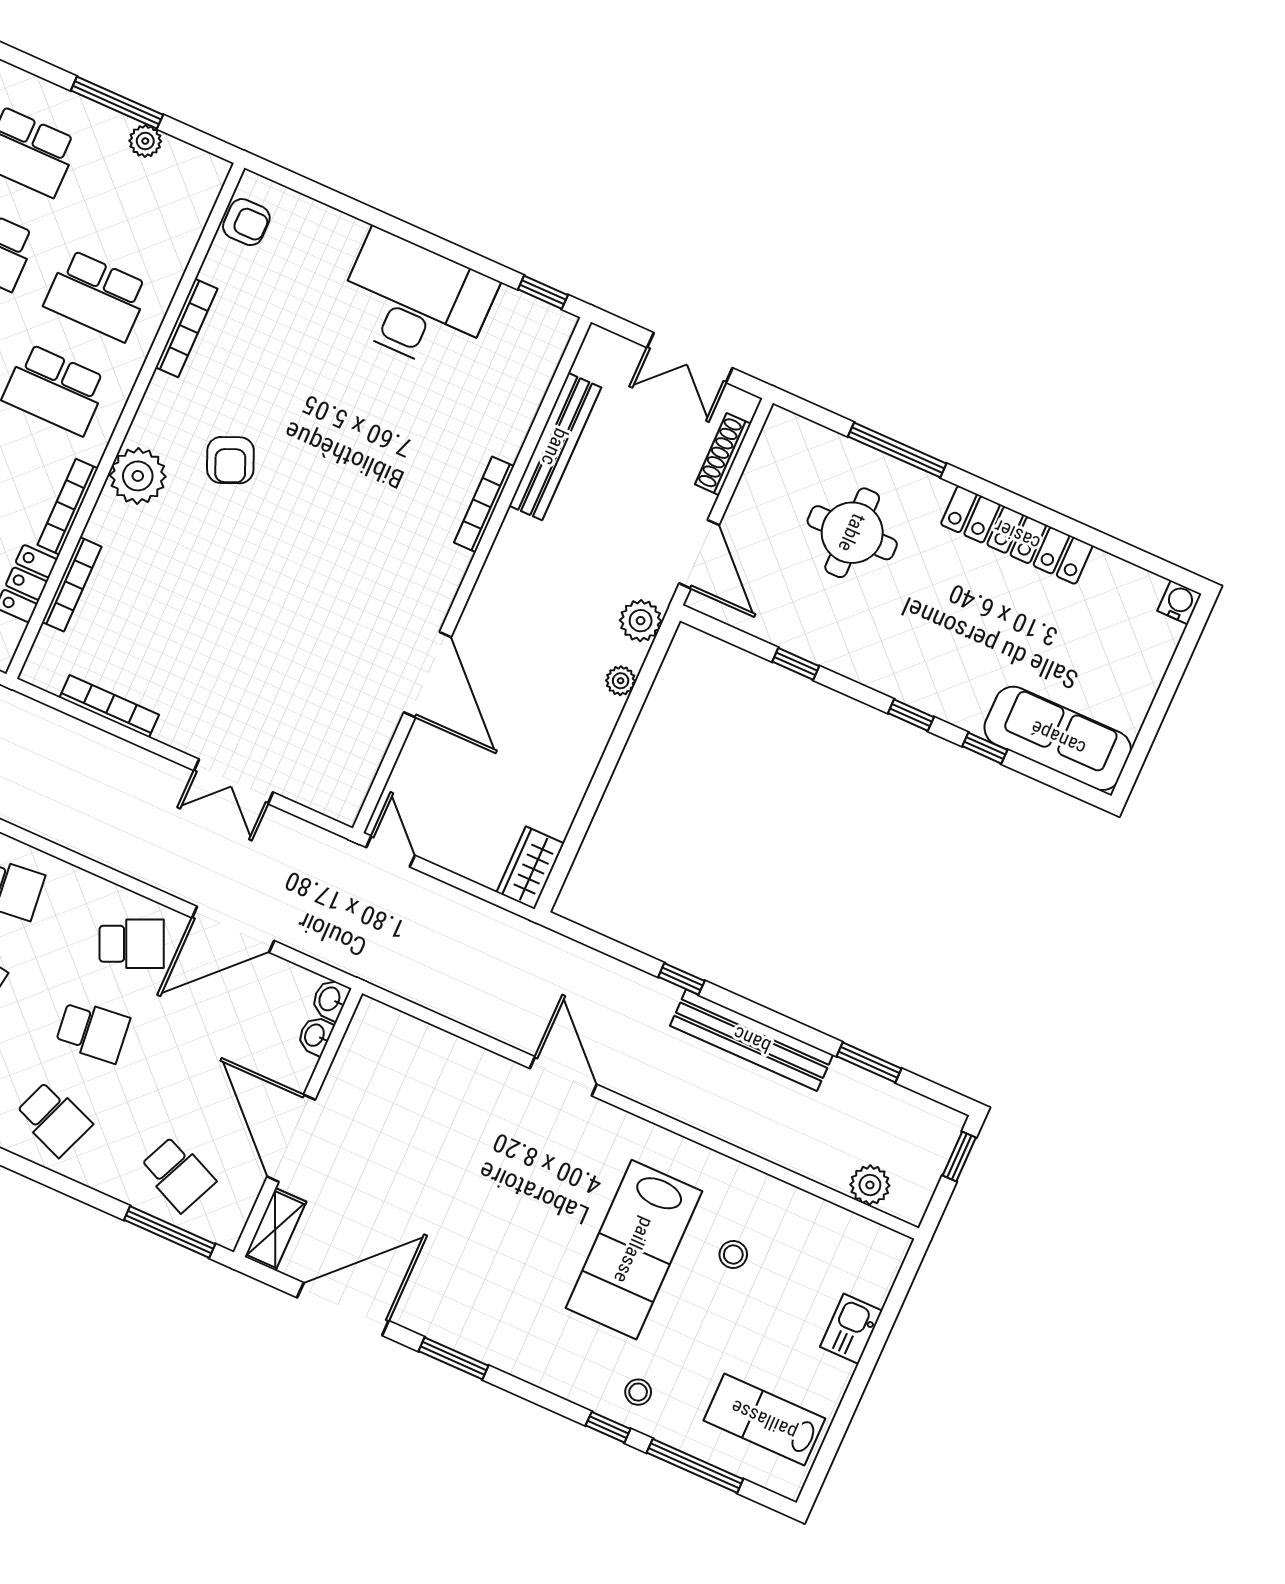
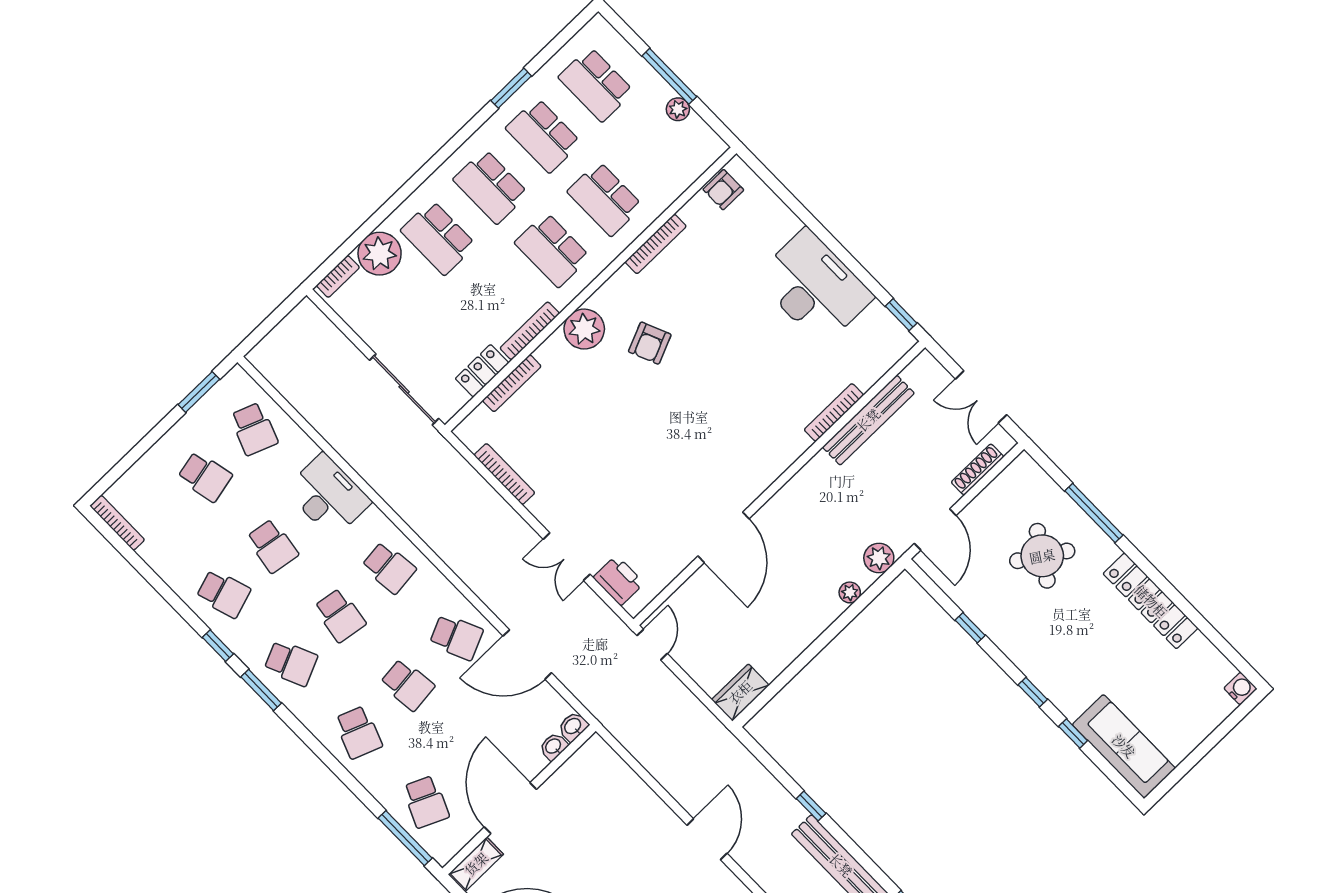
armchair: (246, 222) -> (723, 190), turned 90
bookcase: (484, 504) -> (834, 412), moved
round table: (852, 533) -> (1042, 556), turned 33
printer: (313, 785) -> (619, 580), added

